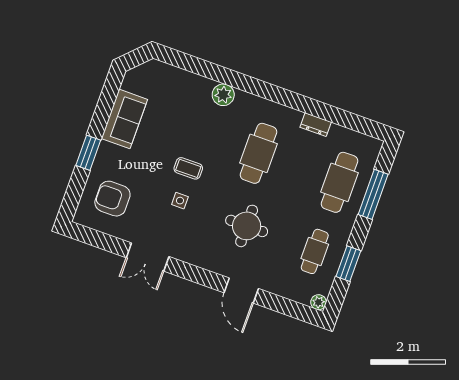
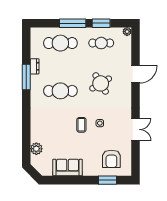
plant: (223, 95) -> (36, 149), moved
window: (303, 104) -> (26, 77), added
window: (88, 153) -> (108, 180), moved
window: (373, 194) -> (73, 23), moved
round table: (247, 226) -> (101, 83), turned -31

